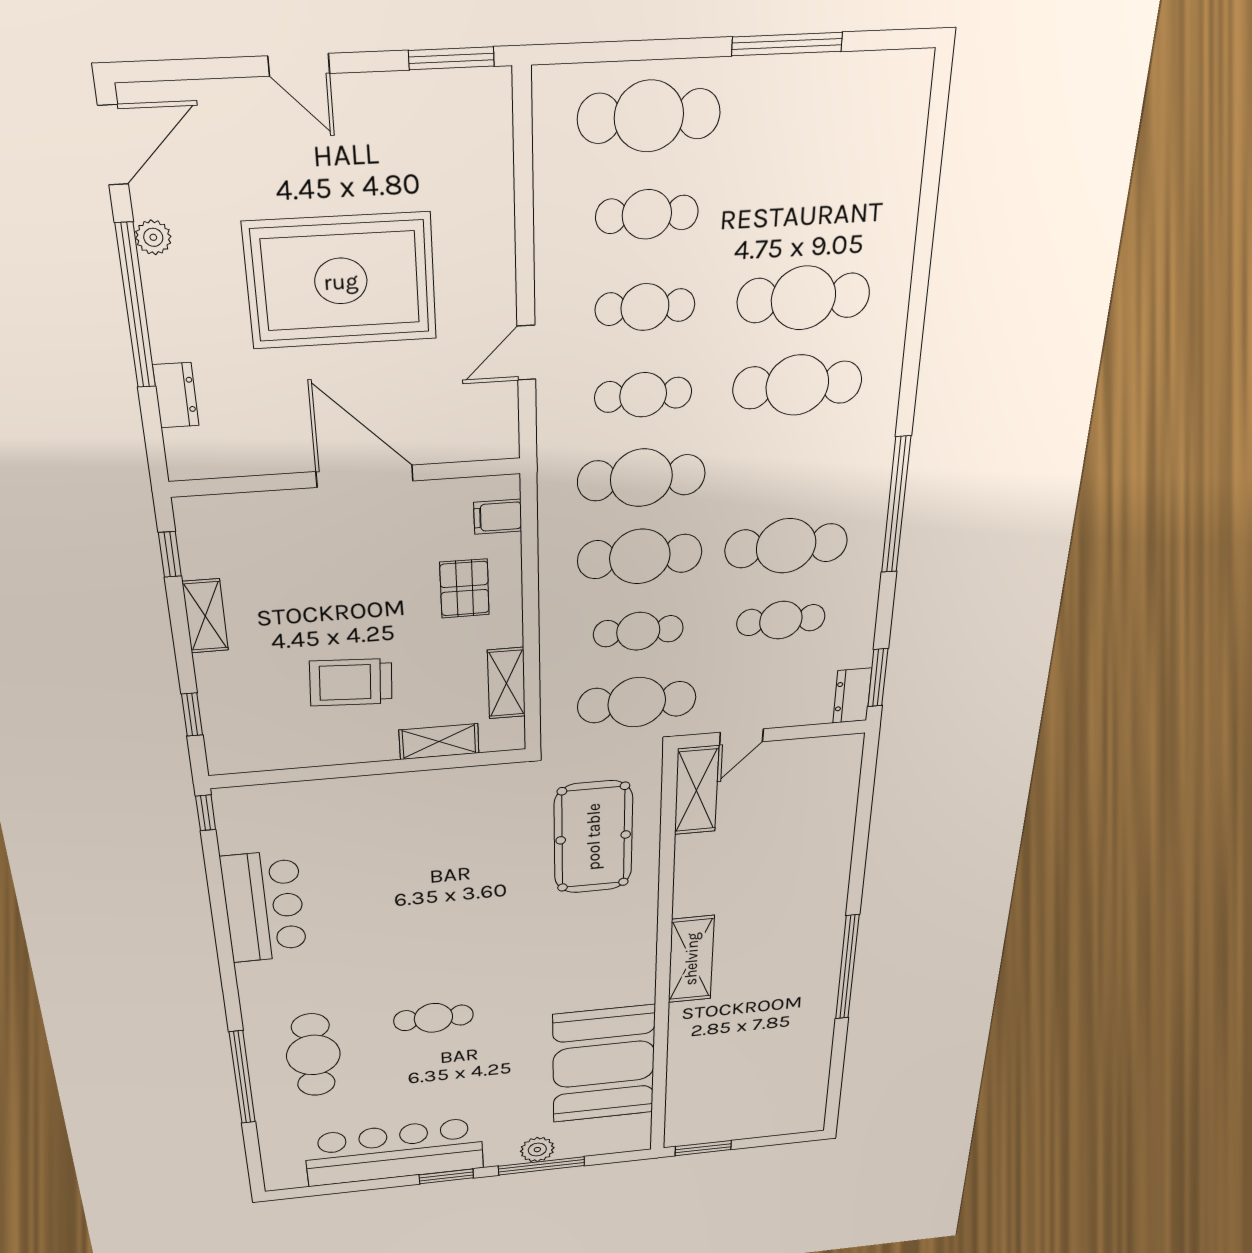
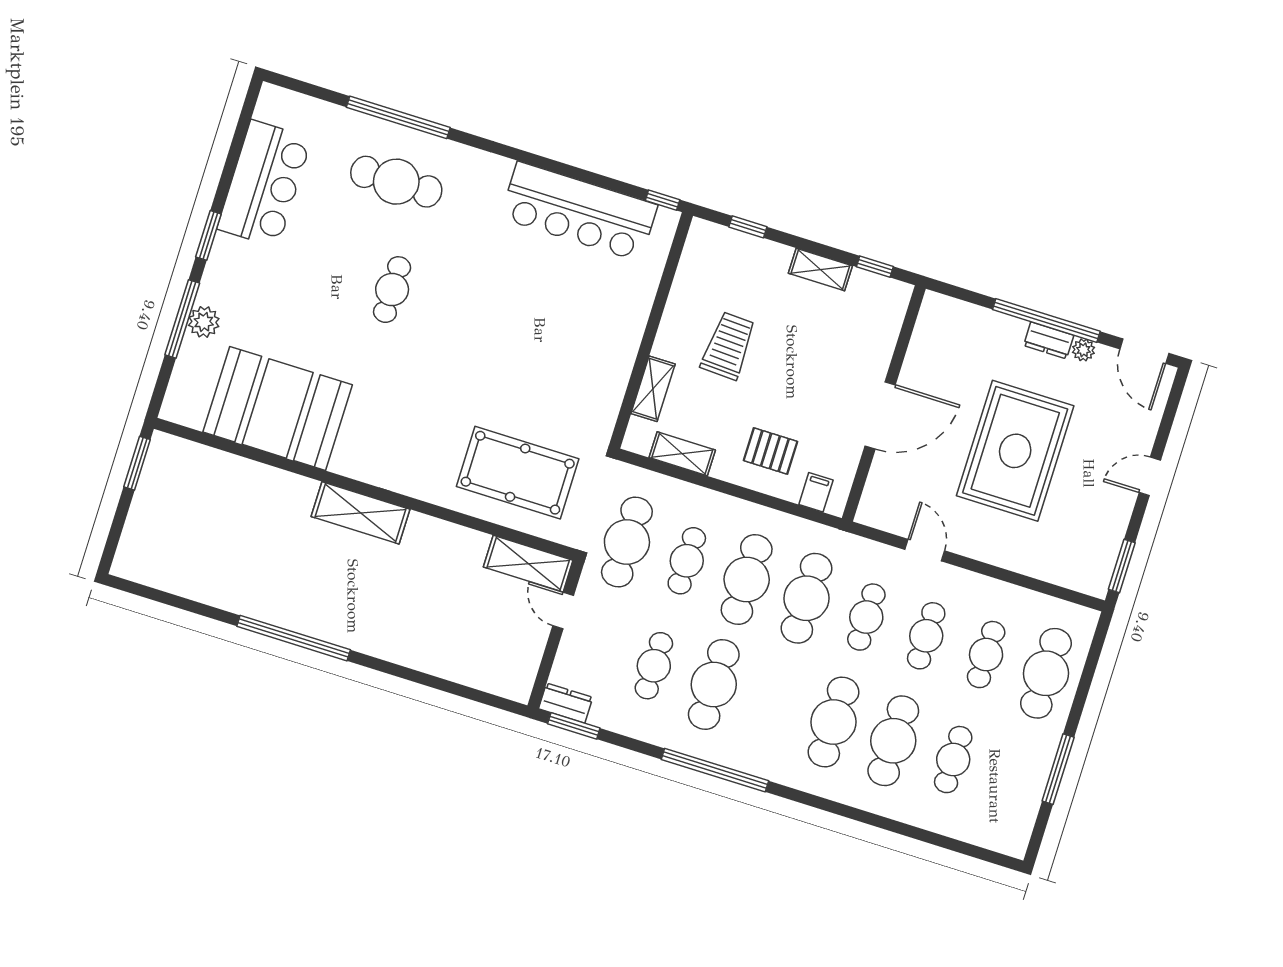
cafe table: (810, 206) -> (953, 760), added
dresser: (176, 395) -> (1049, 340), moved
bar counter: (264, 907) -> (579, 211), width x1.36
bar counter: (395, 1152) -> (264, 184), width x0.73

